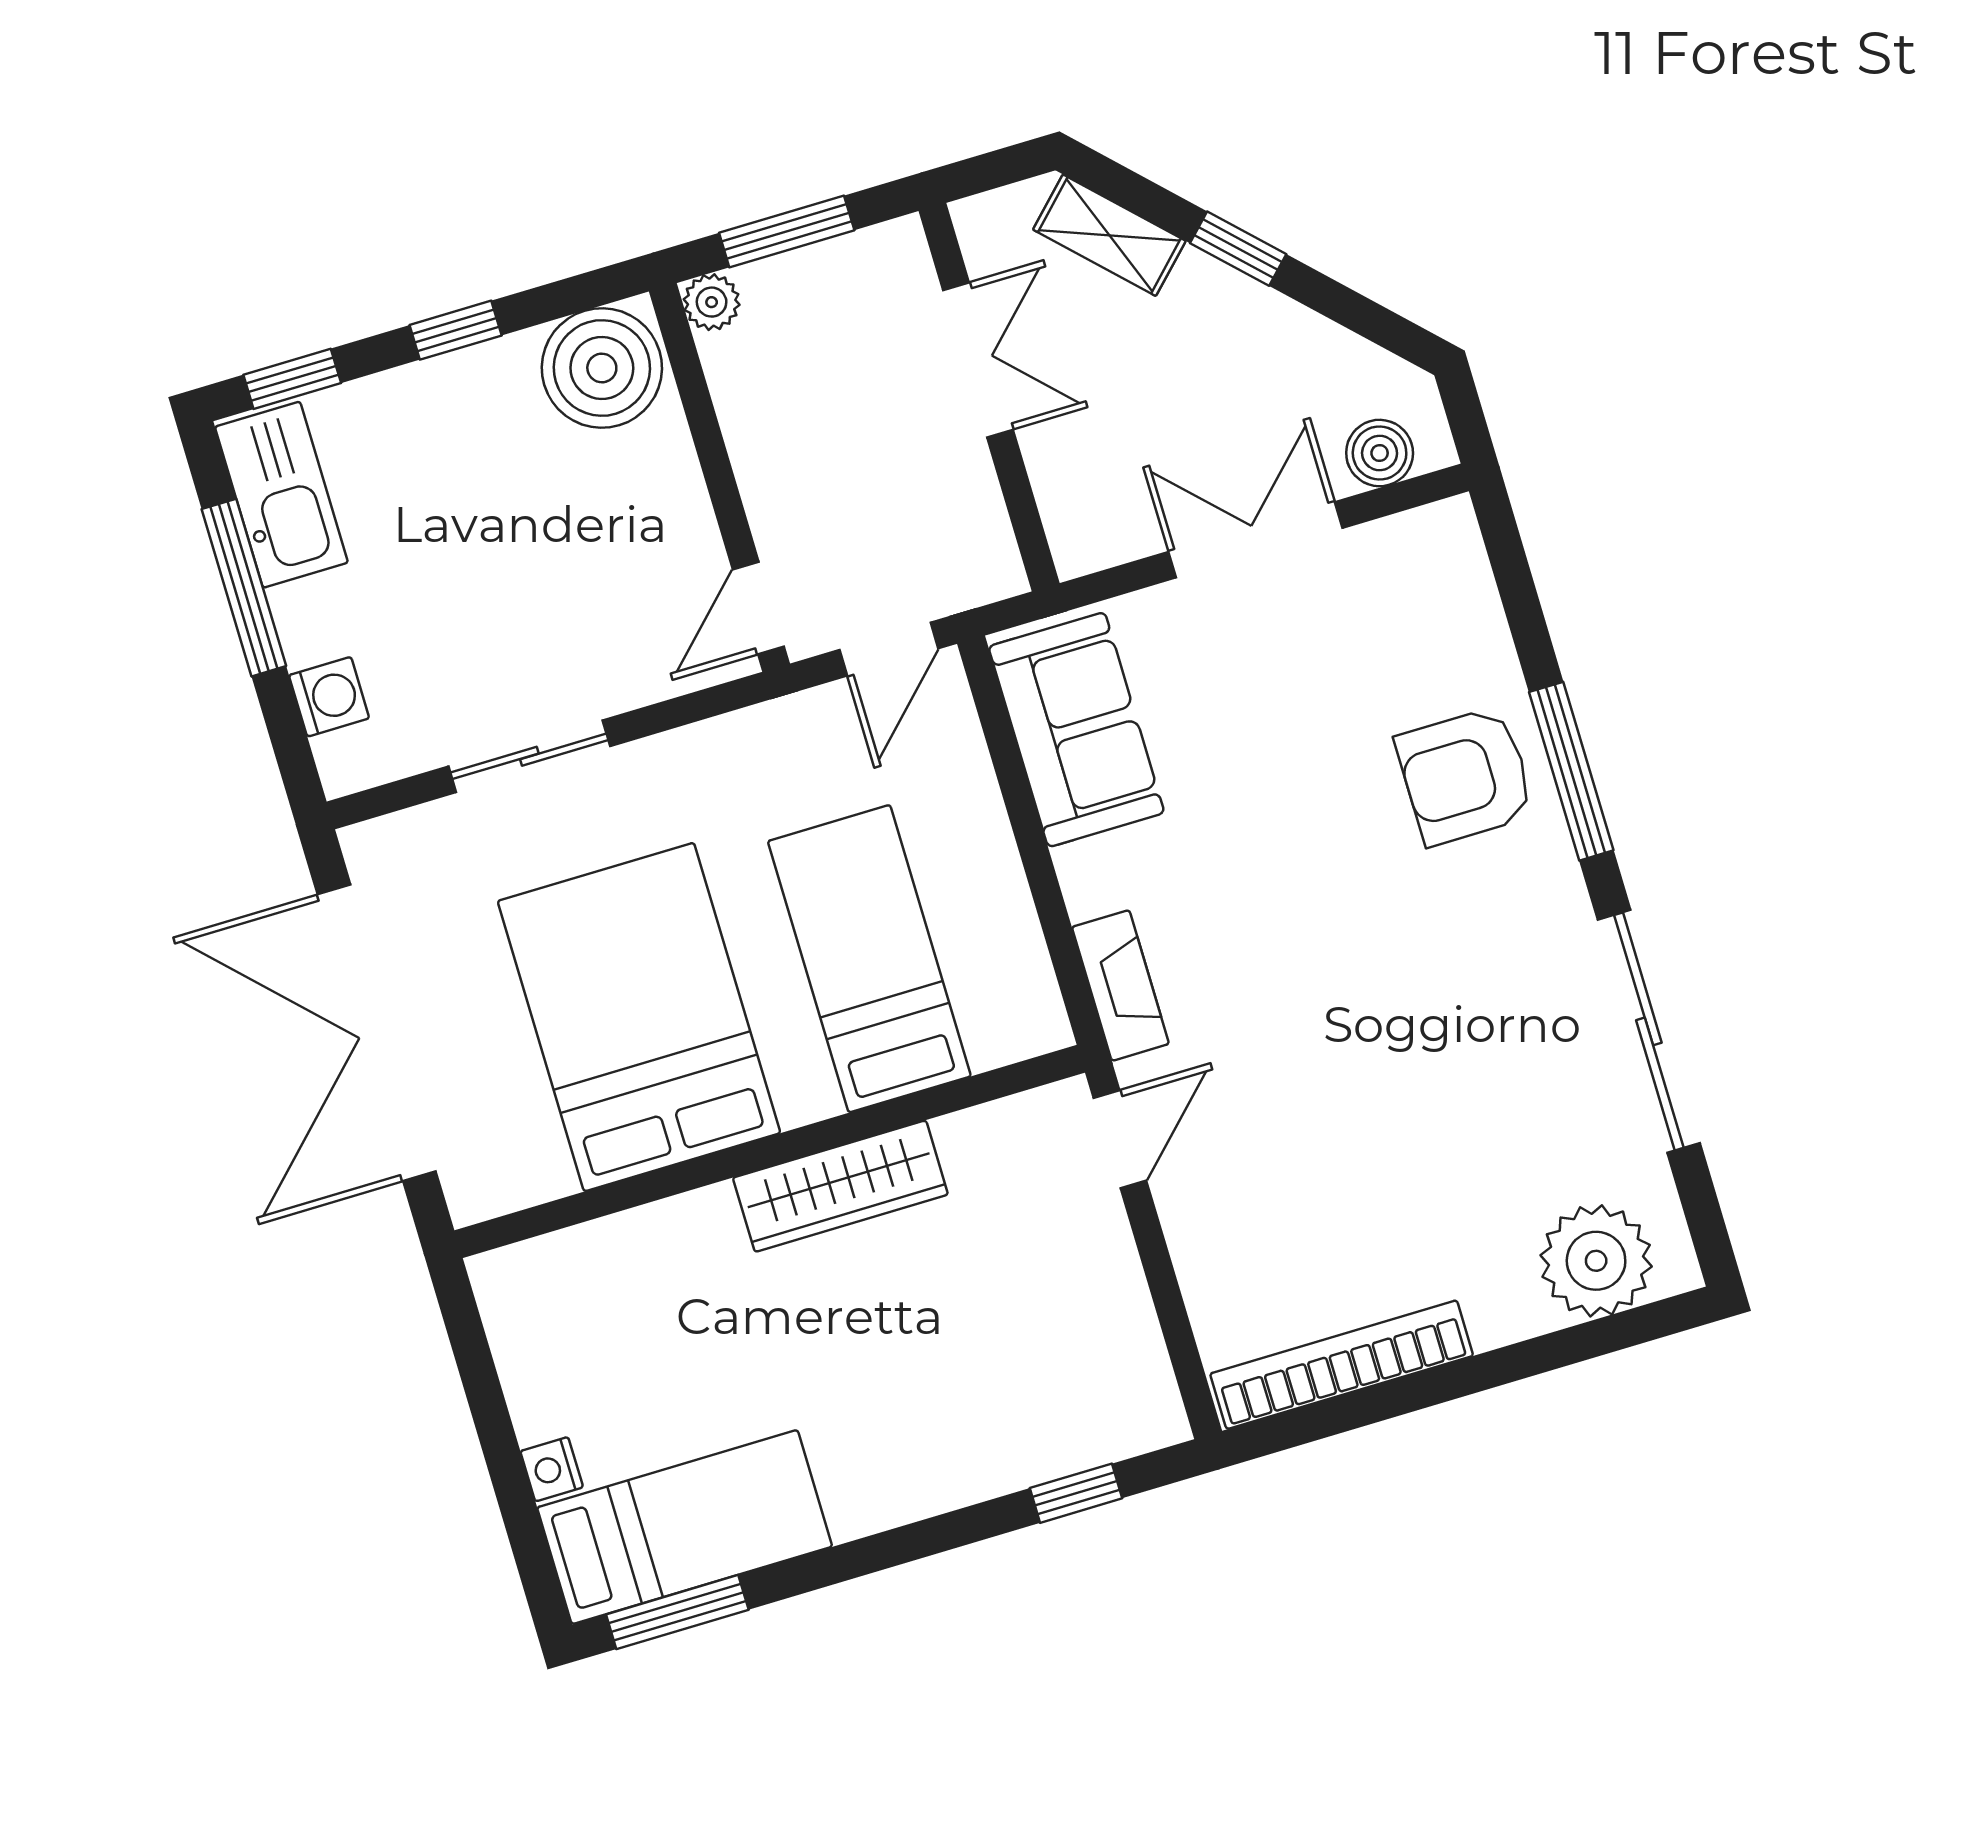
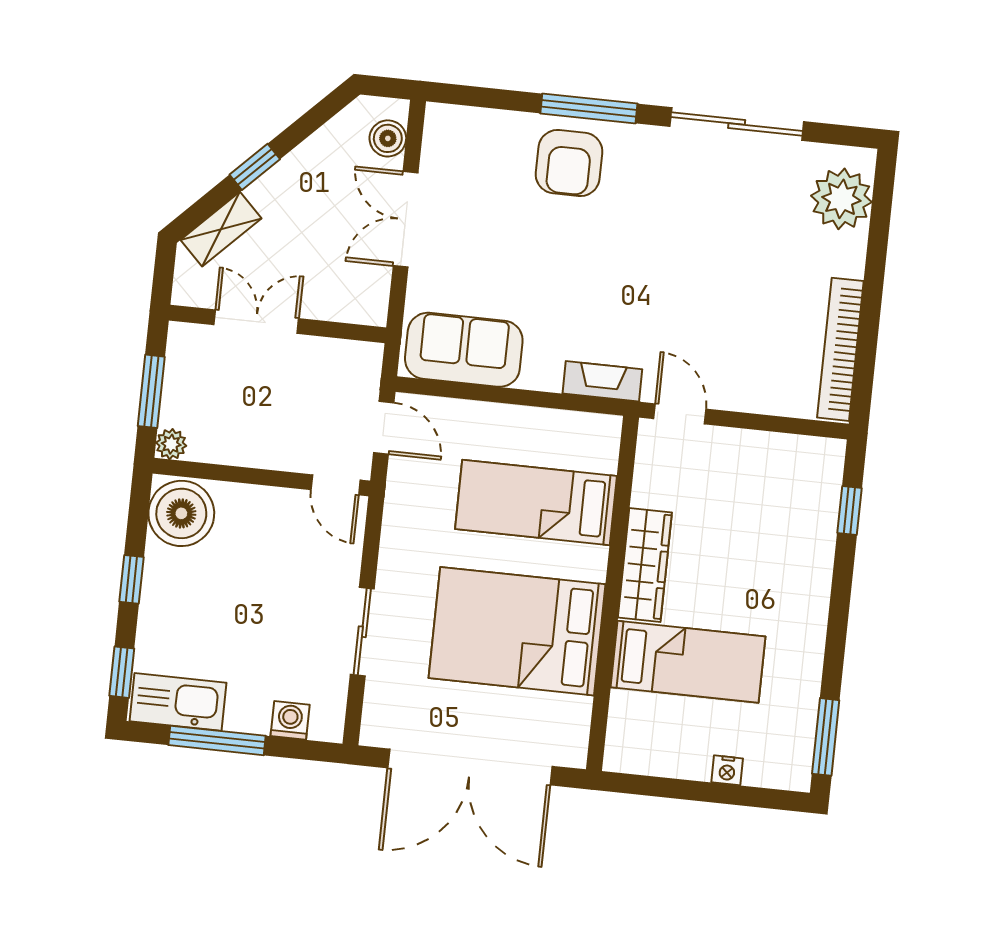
bed: (685, 1527) -> (688, 662), moved, turned 90

